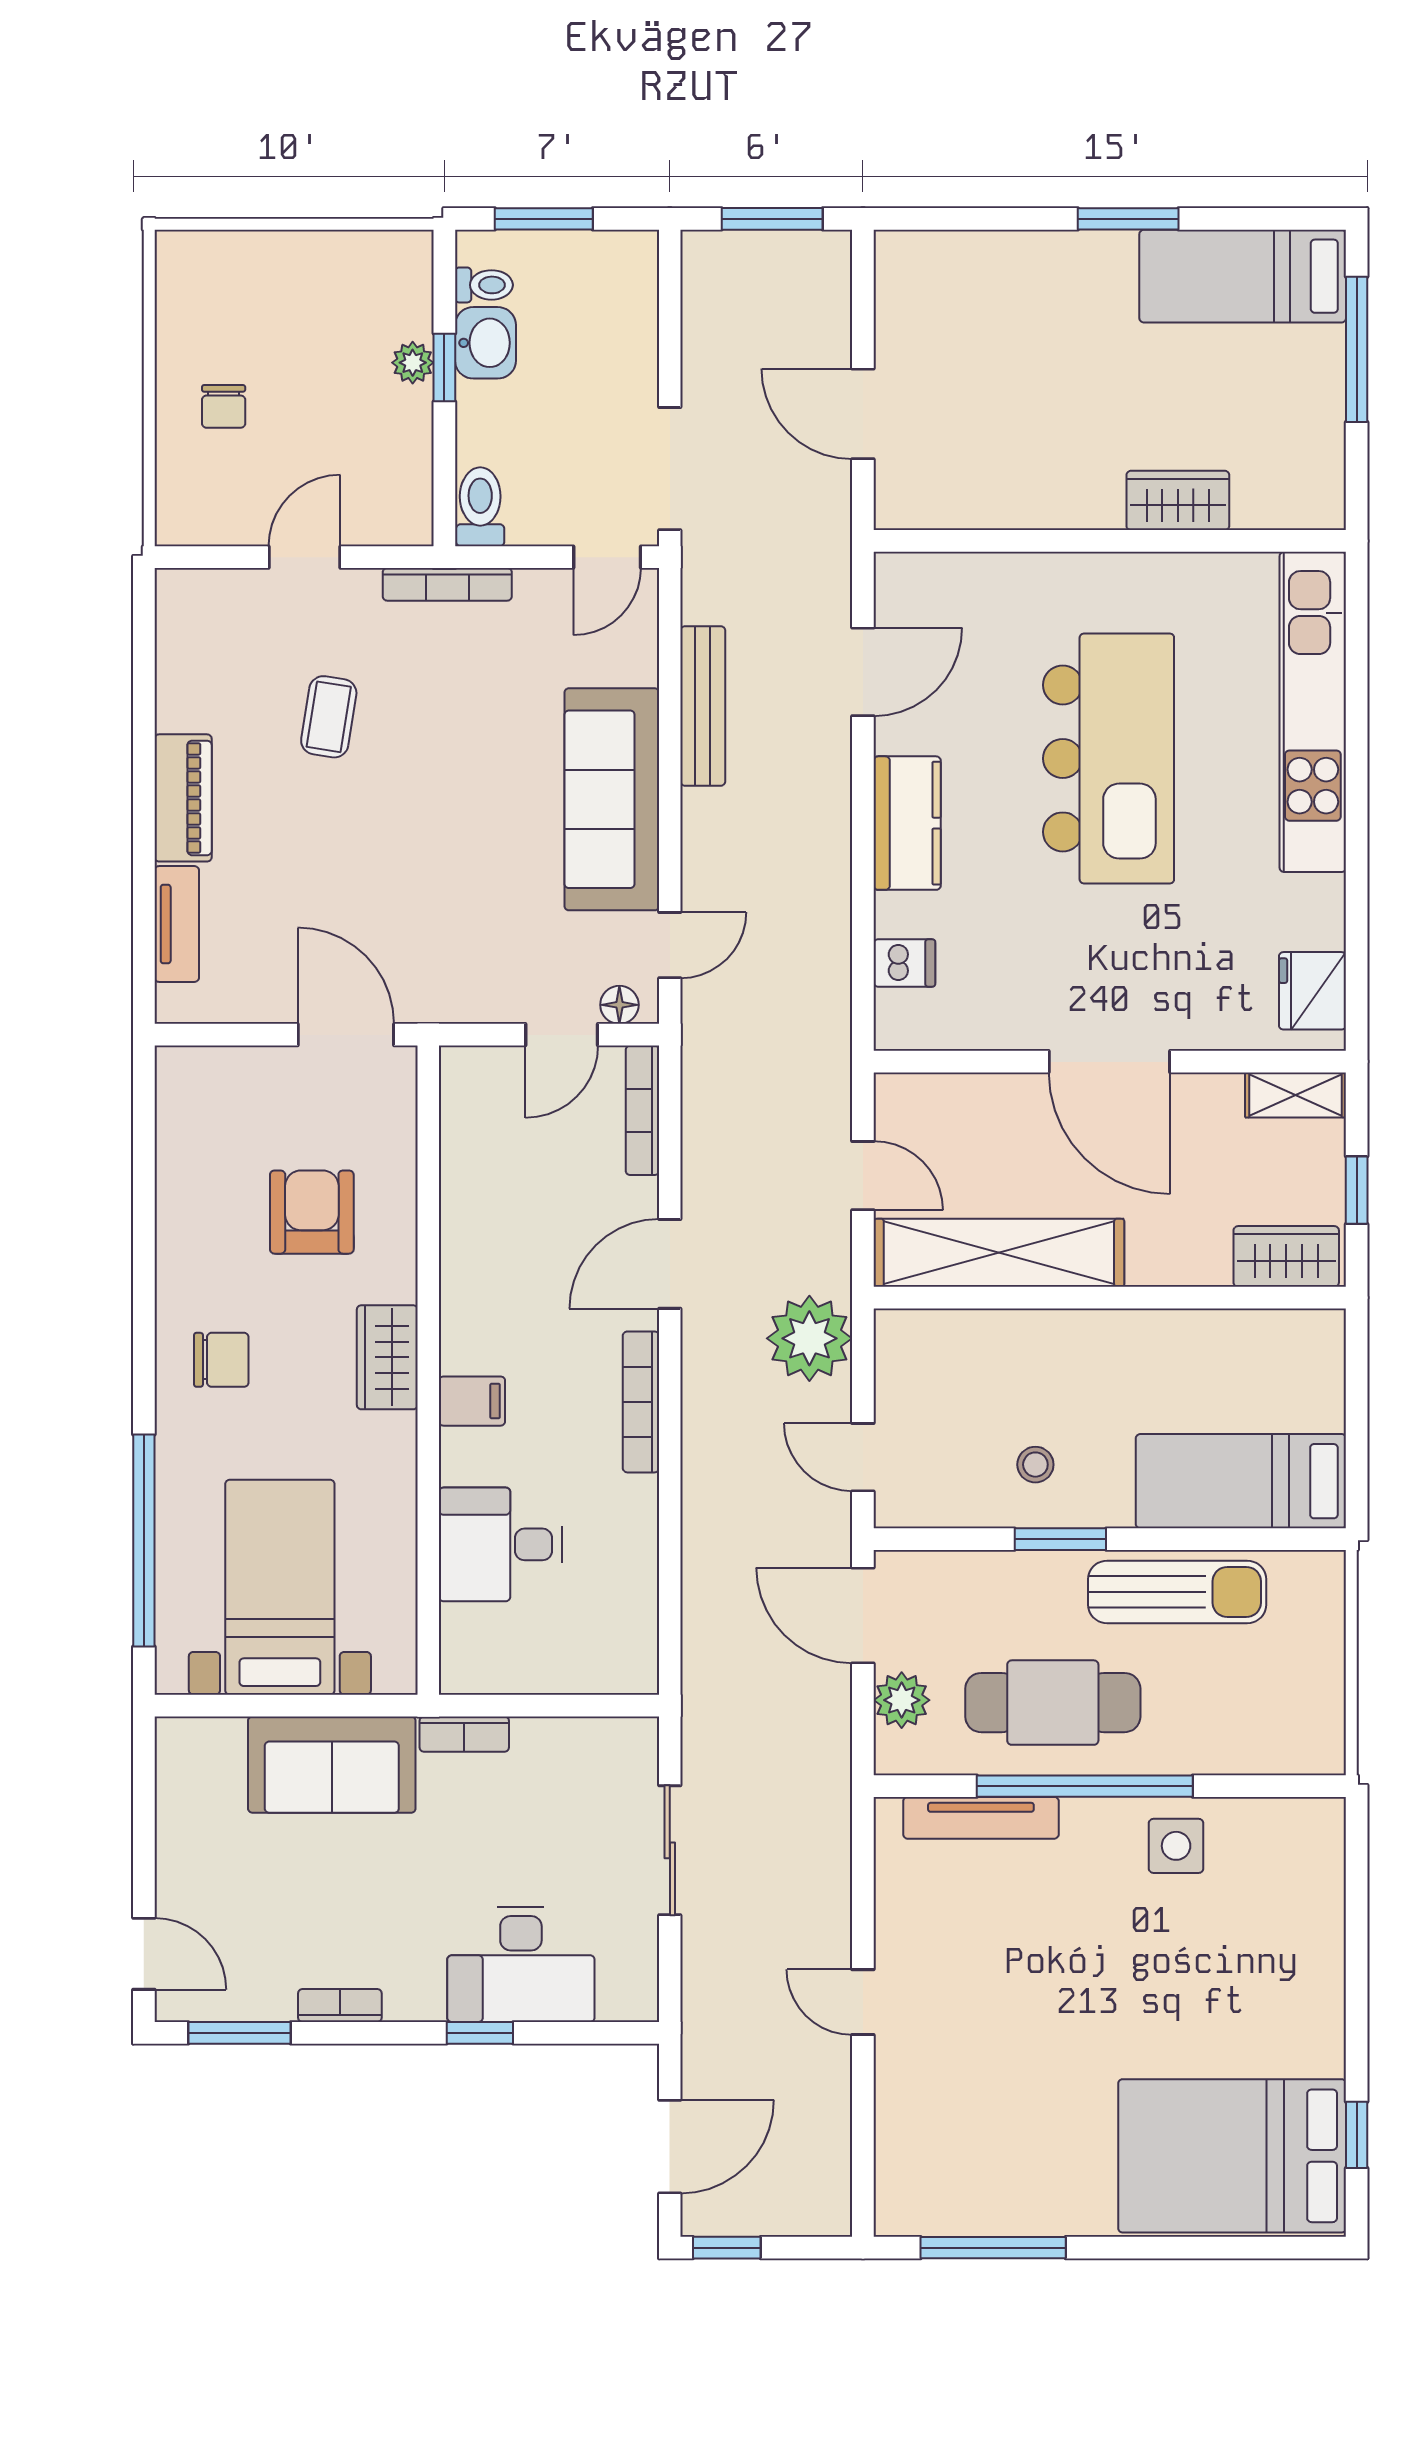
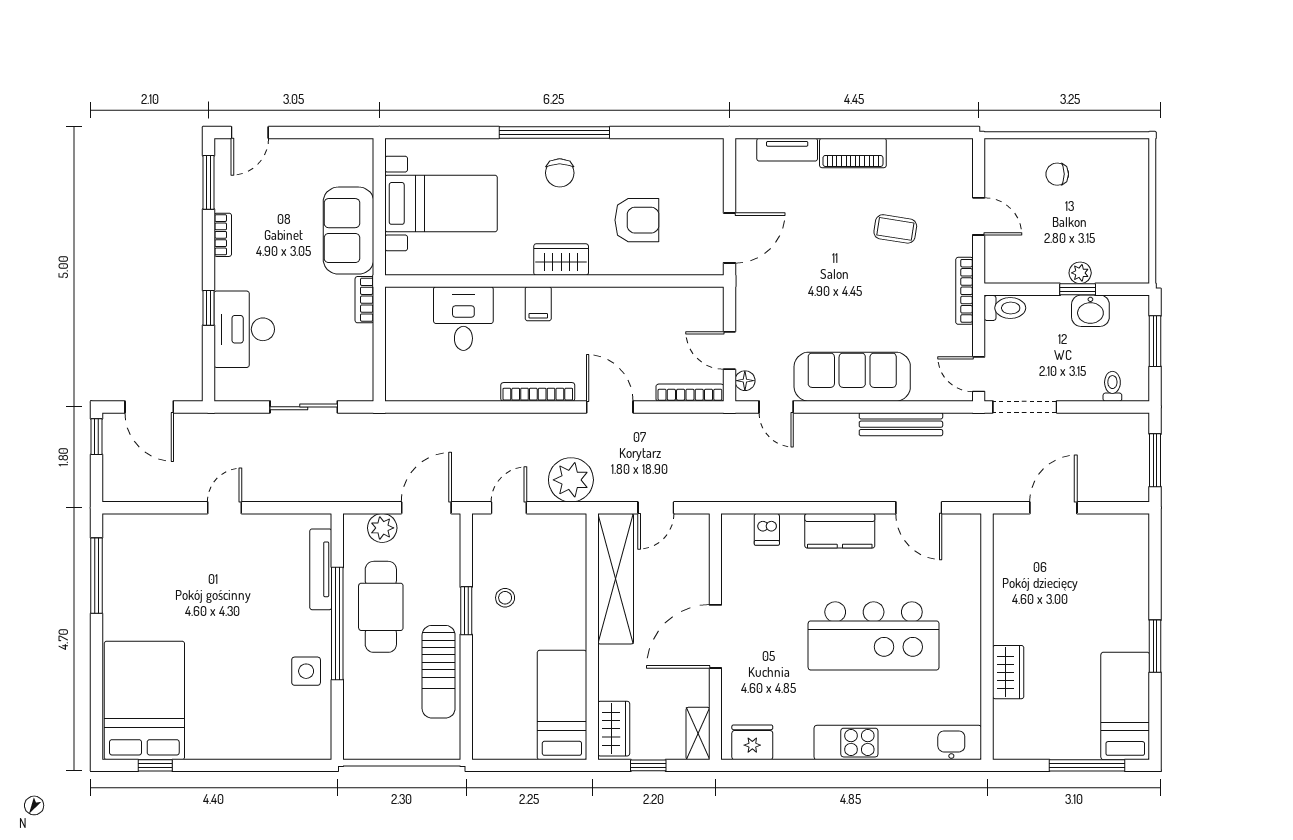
toilet: (484, 285) -> (1112, 386), moved, turned 180
bed: (1241, 1481) -> (562, 705), moved
window: (144, 1541) -> (554, 132), moved

